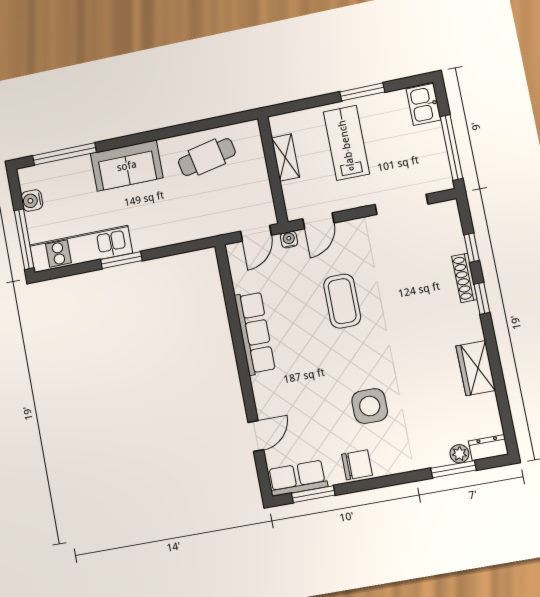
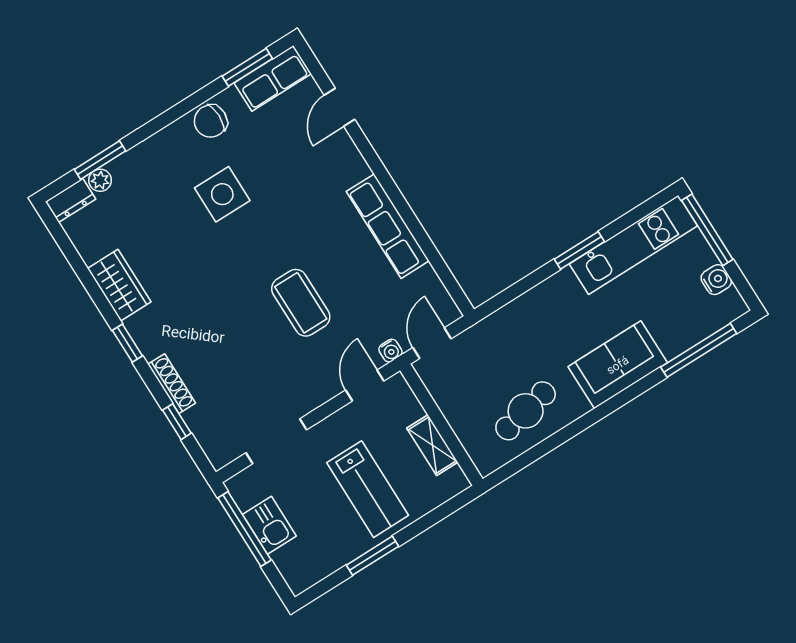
kitchen sink: (424, 104) -> (269, 525), moved
window: (482, 298) -> (127, 343), moved

